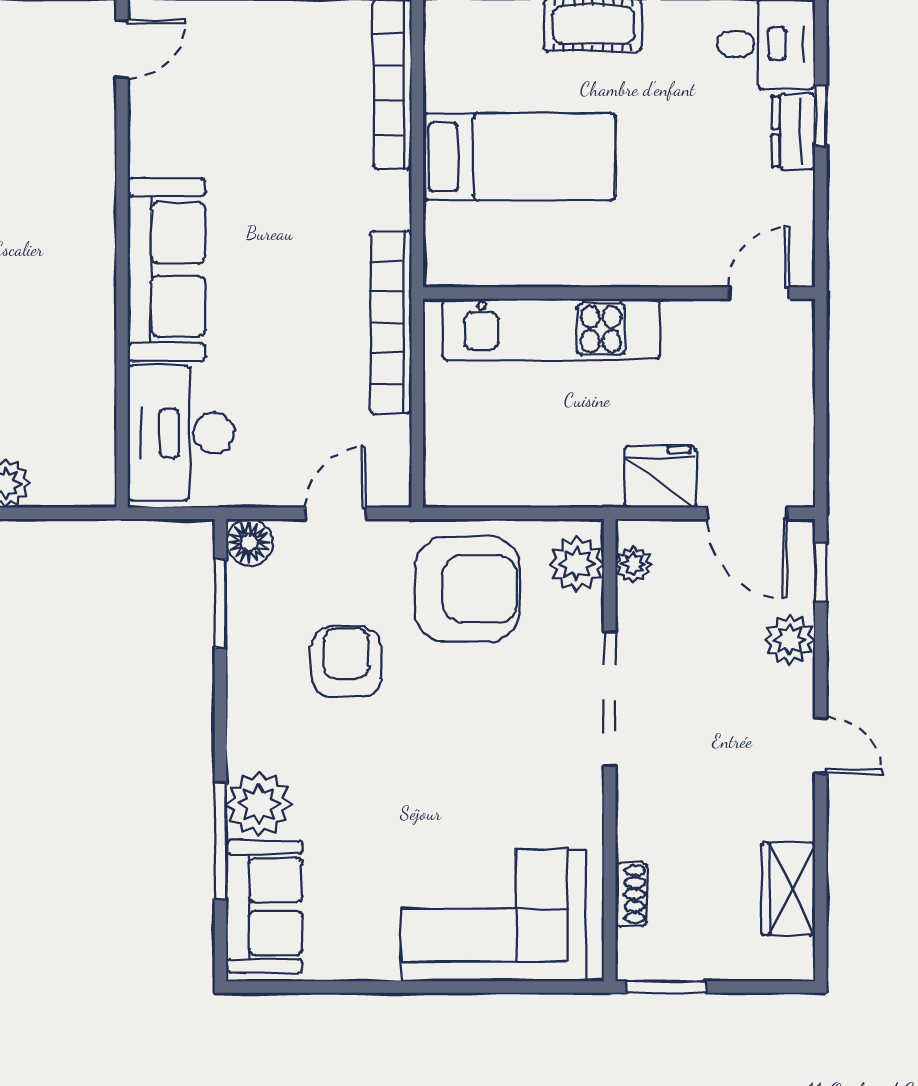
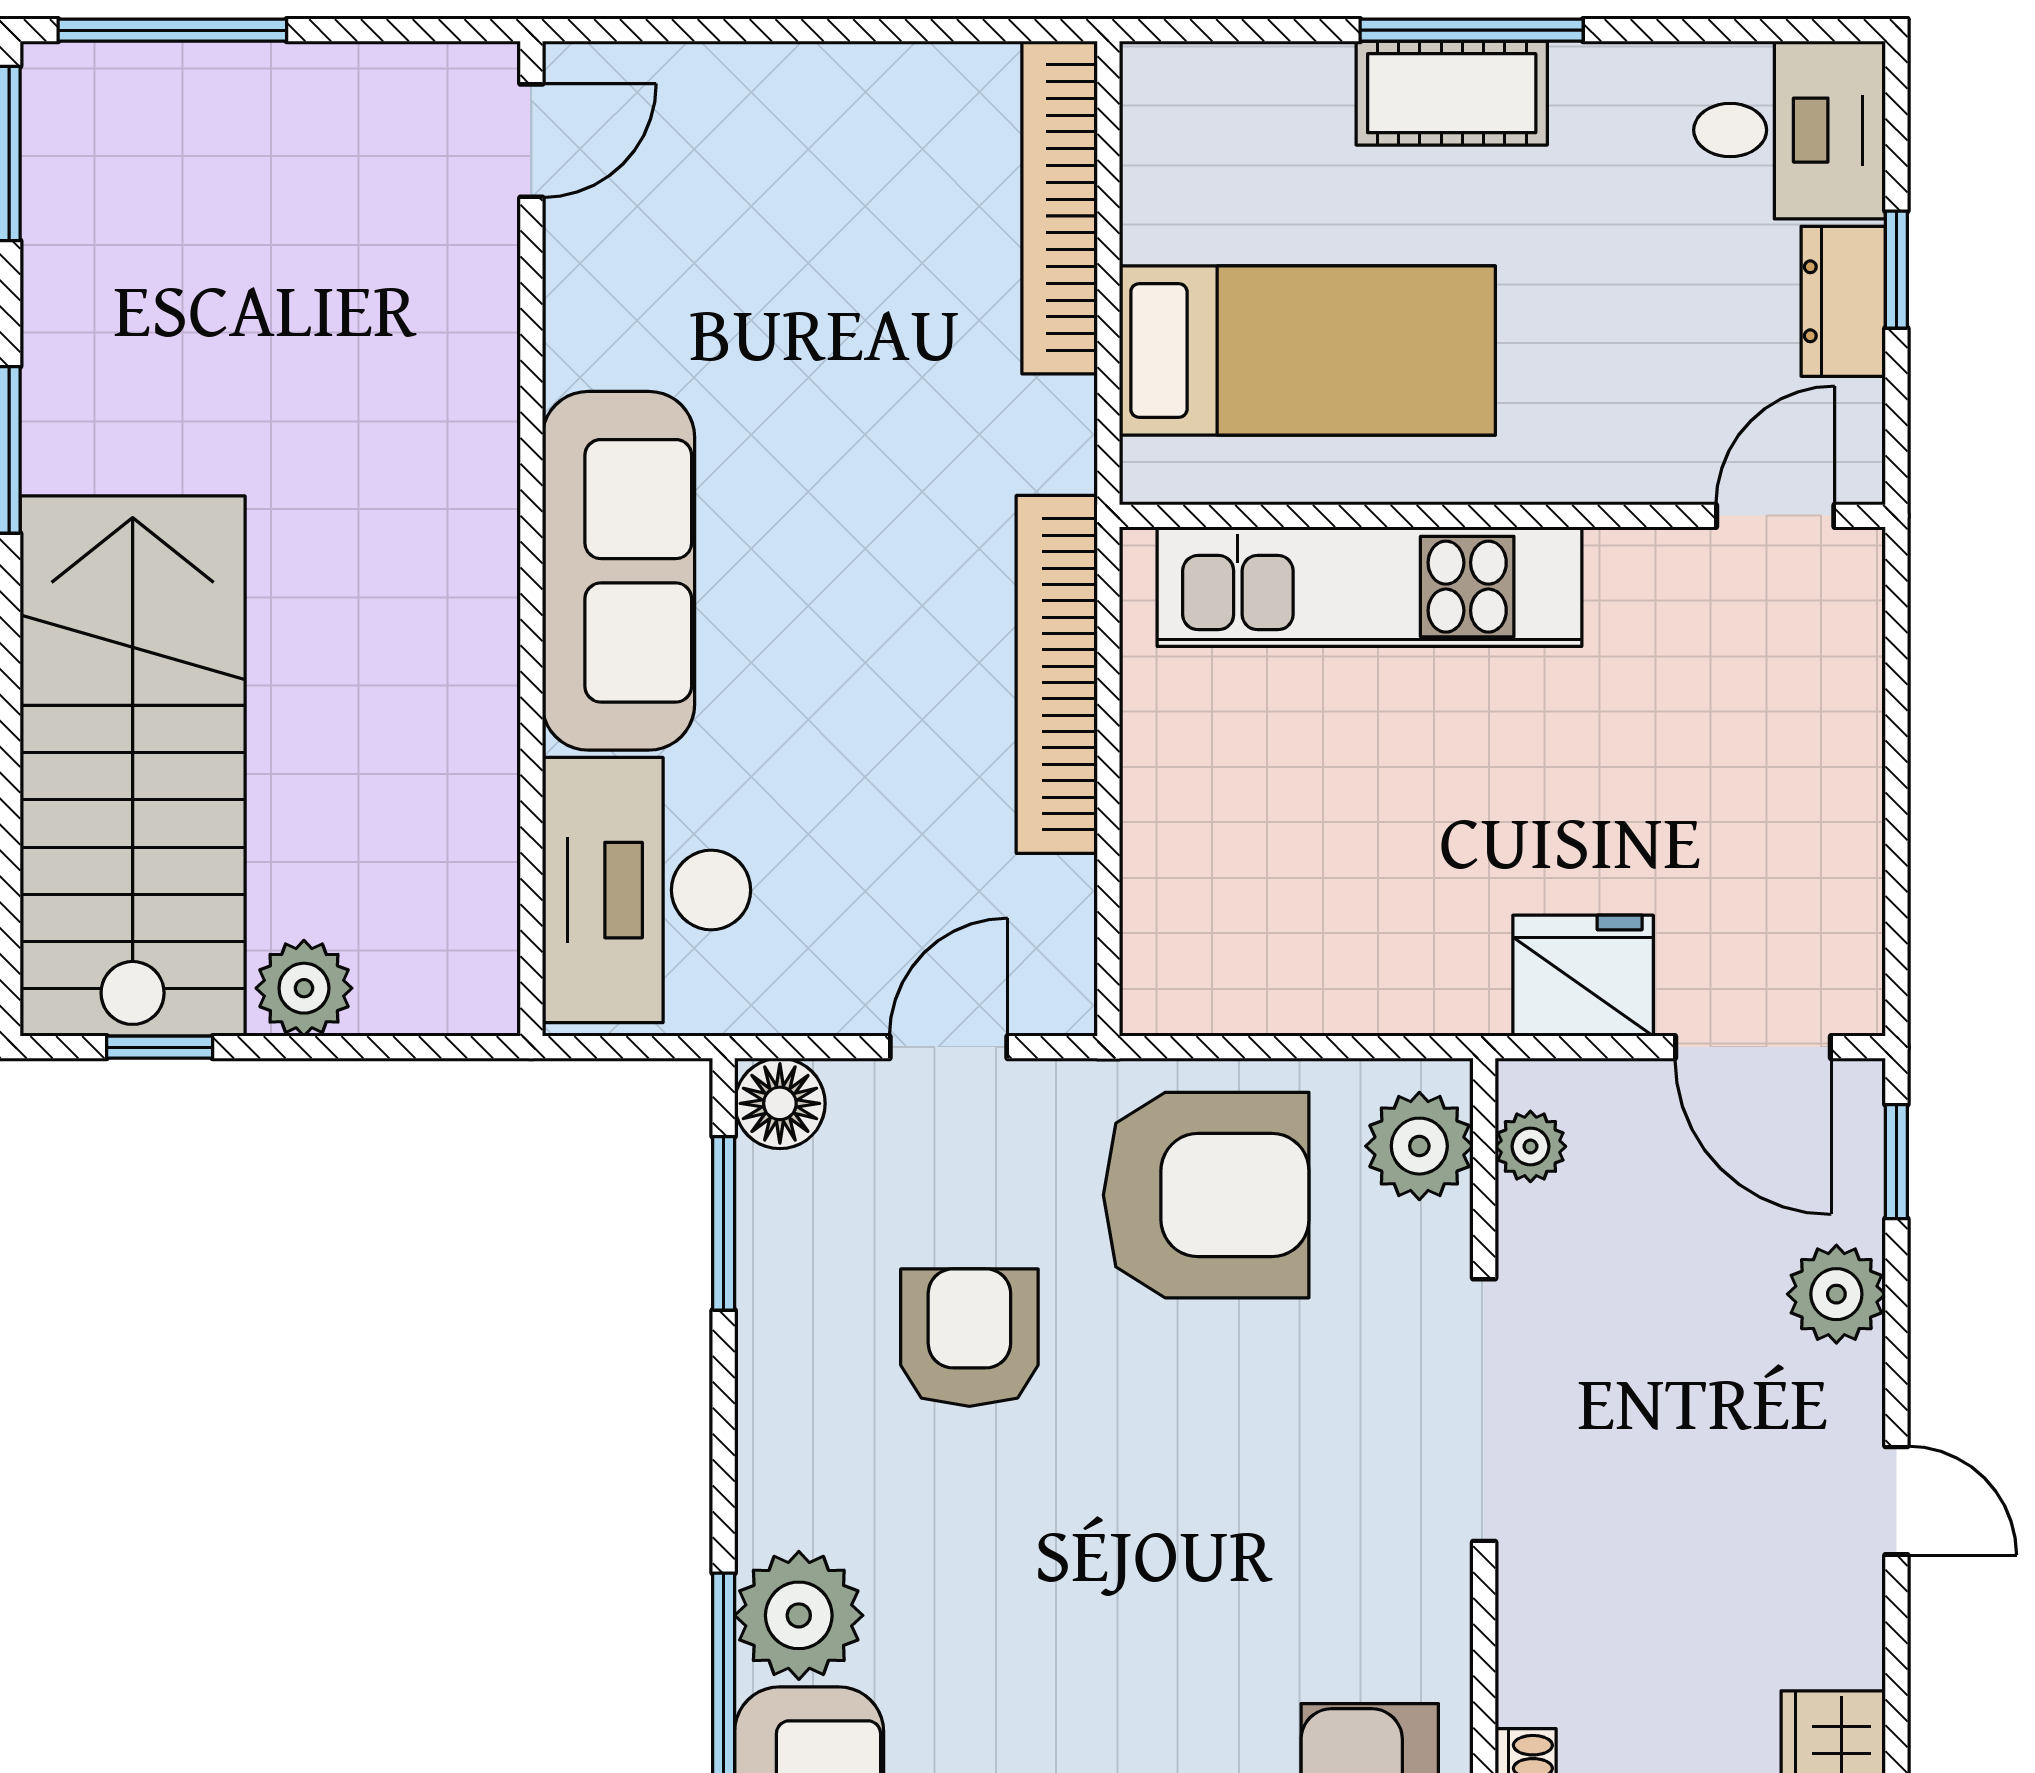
wall: (619, 293) -> (1502, 516), moved
door: (759, 293) -> (1775, 516), moved
kitchen unit: (551, 329) -> (1370, 587), moved

